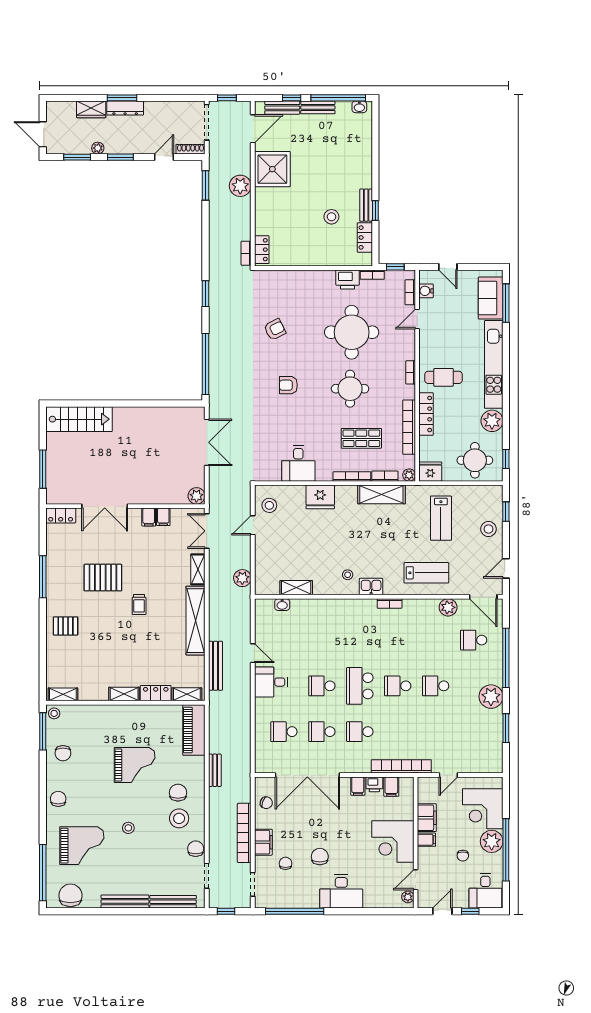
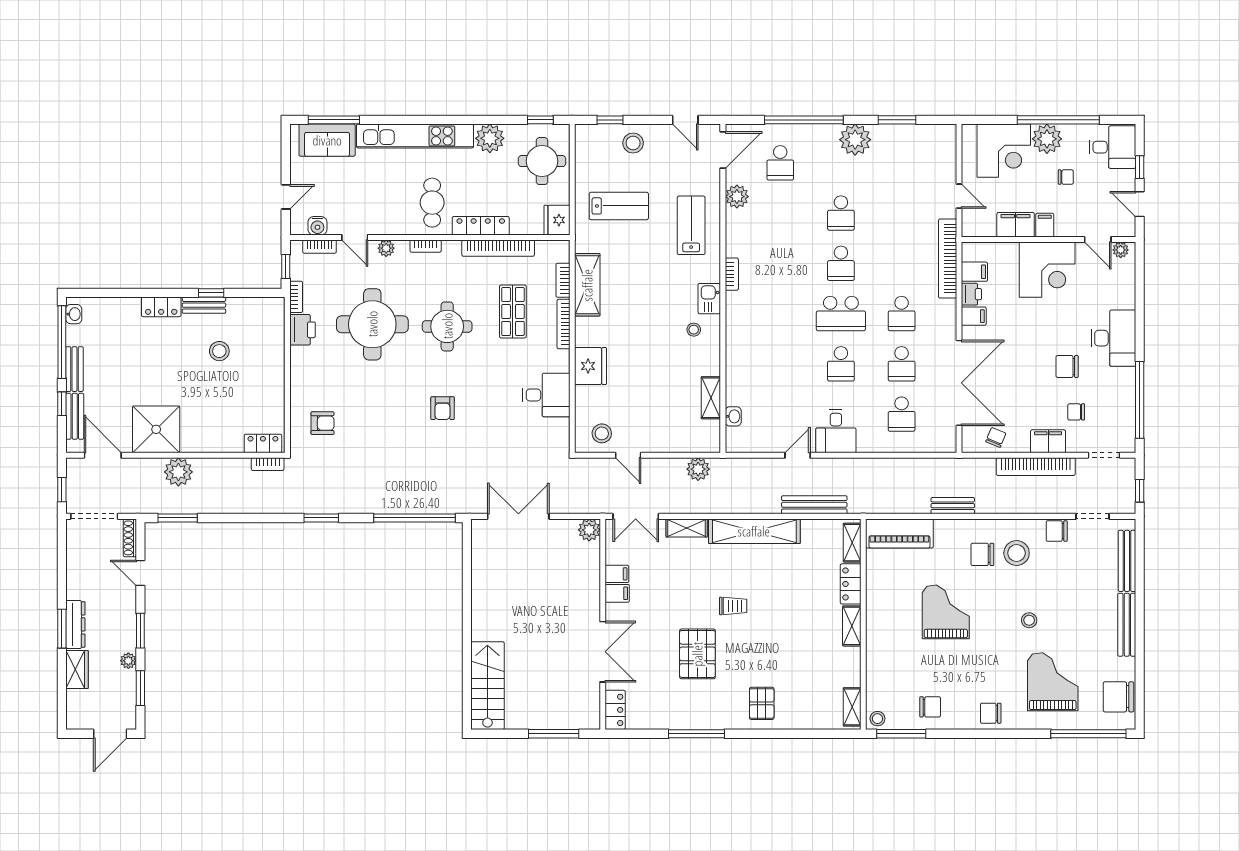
locker: (365, 237) -> (161, 307), moved
armchair: (275, 329) -> (322, 423), moved, turned 117
plant: (409, 475) -> (386, 248), moved

